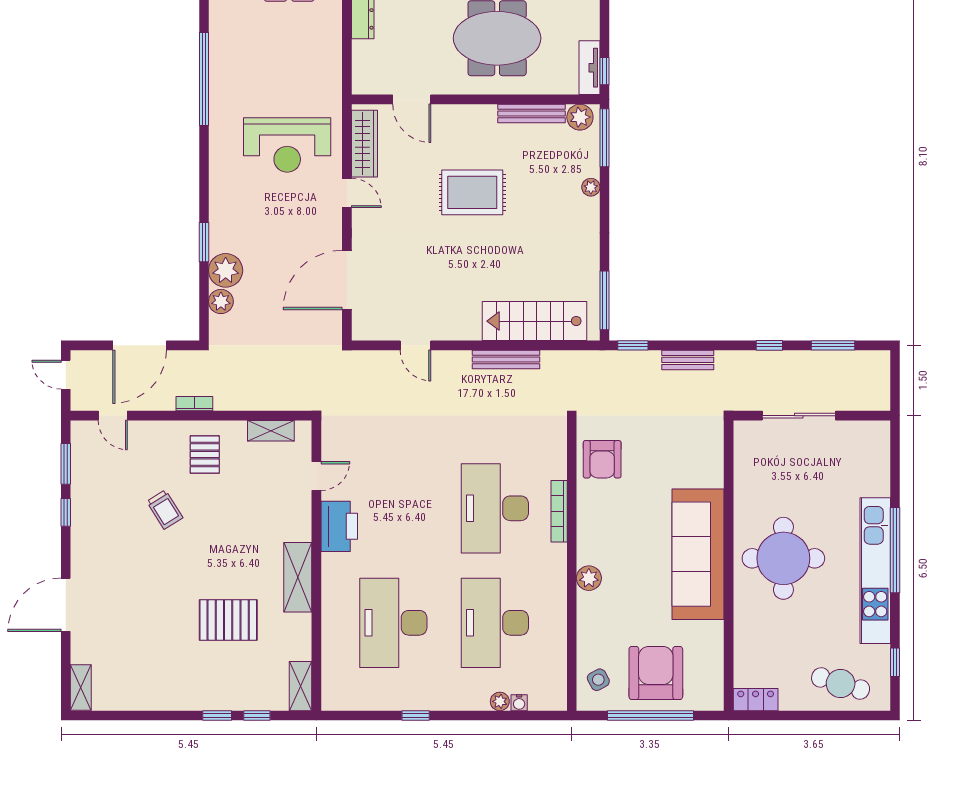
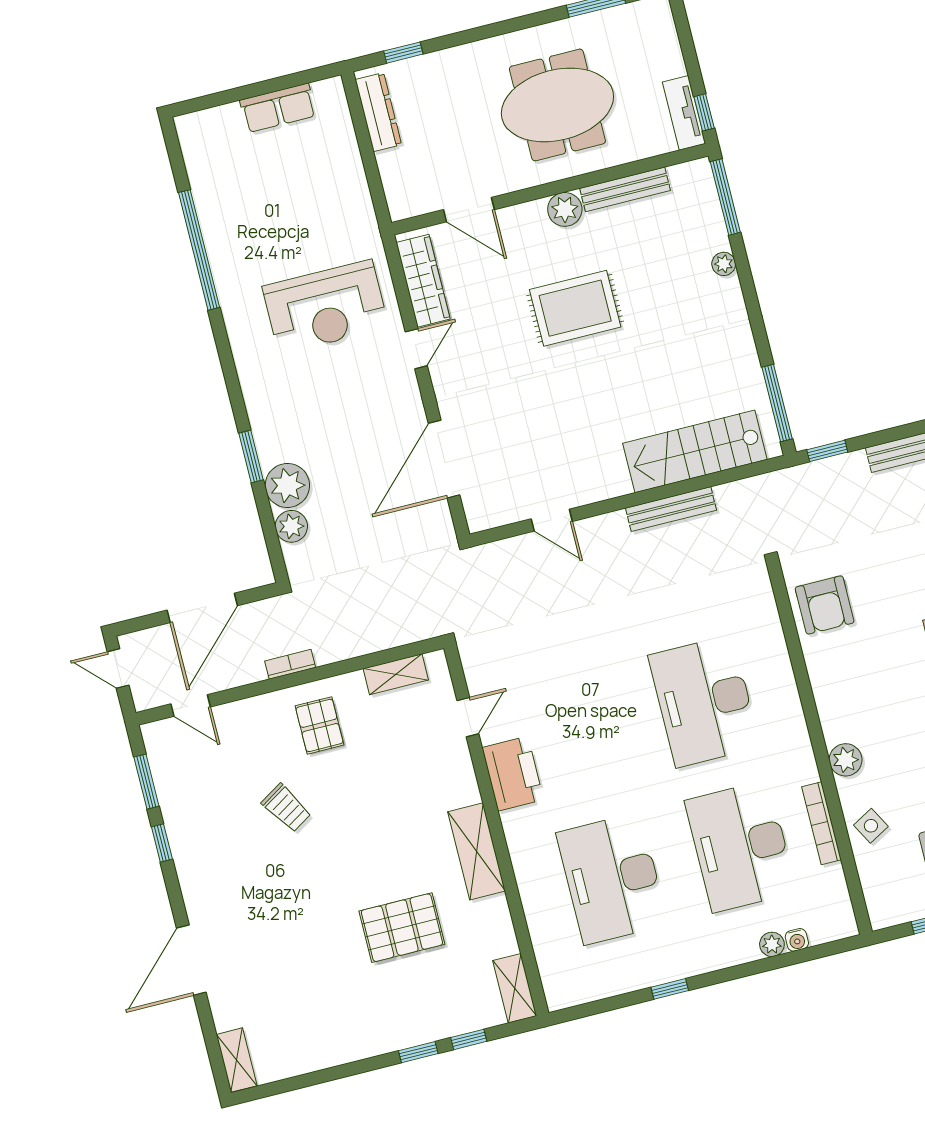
plant: (580, 117) -> (565, 209), moved
door: (347, 193) -> (416, 349), hinge flipped
bookcase: (559, 511) -> (821, 823), moved
side table: (598, 680) -> (871, 826), moved

